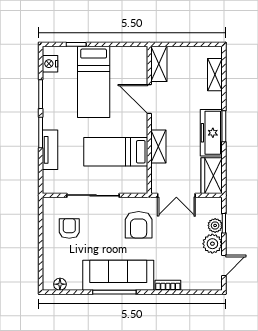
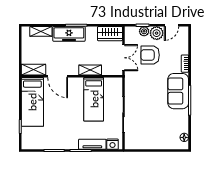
nightstand: (50, 64) -> (113, 144), moved
bed: (94, 82) -> (32, 102), moved, turned 90
door: (149, 99) -> (58, 76), hinge flipped
freezer: (211, 133) -> (69, 34), moved
armchair: (139, 225) -> (150, 55), moved, turned 180
armchair: (69, 228) -> (146, 131), removed
door: (224, 266) -> (171, 25), swing flipped
sofa: (118, 275) -> (178, 91), width x0.73

